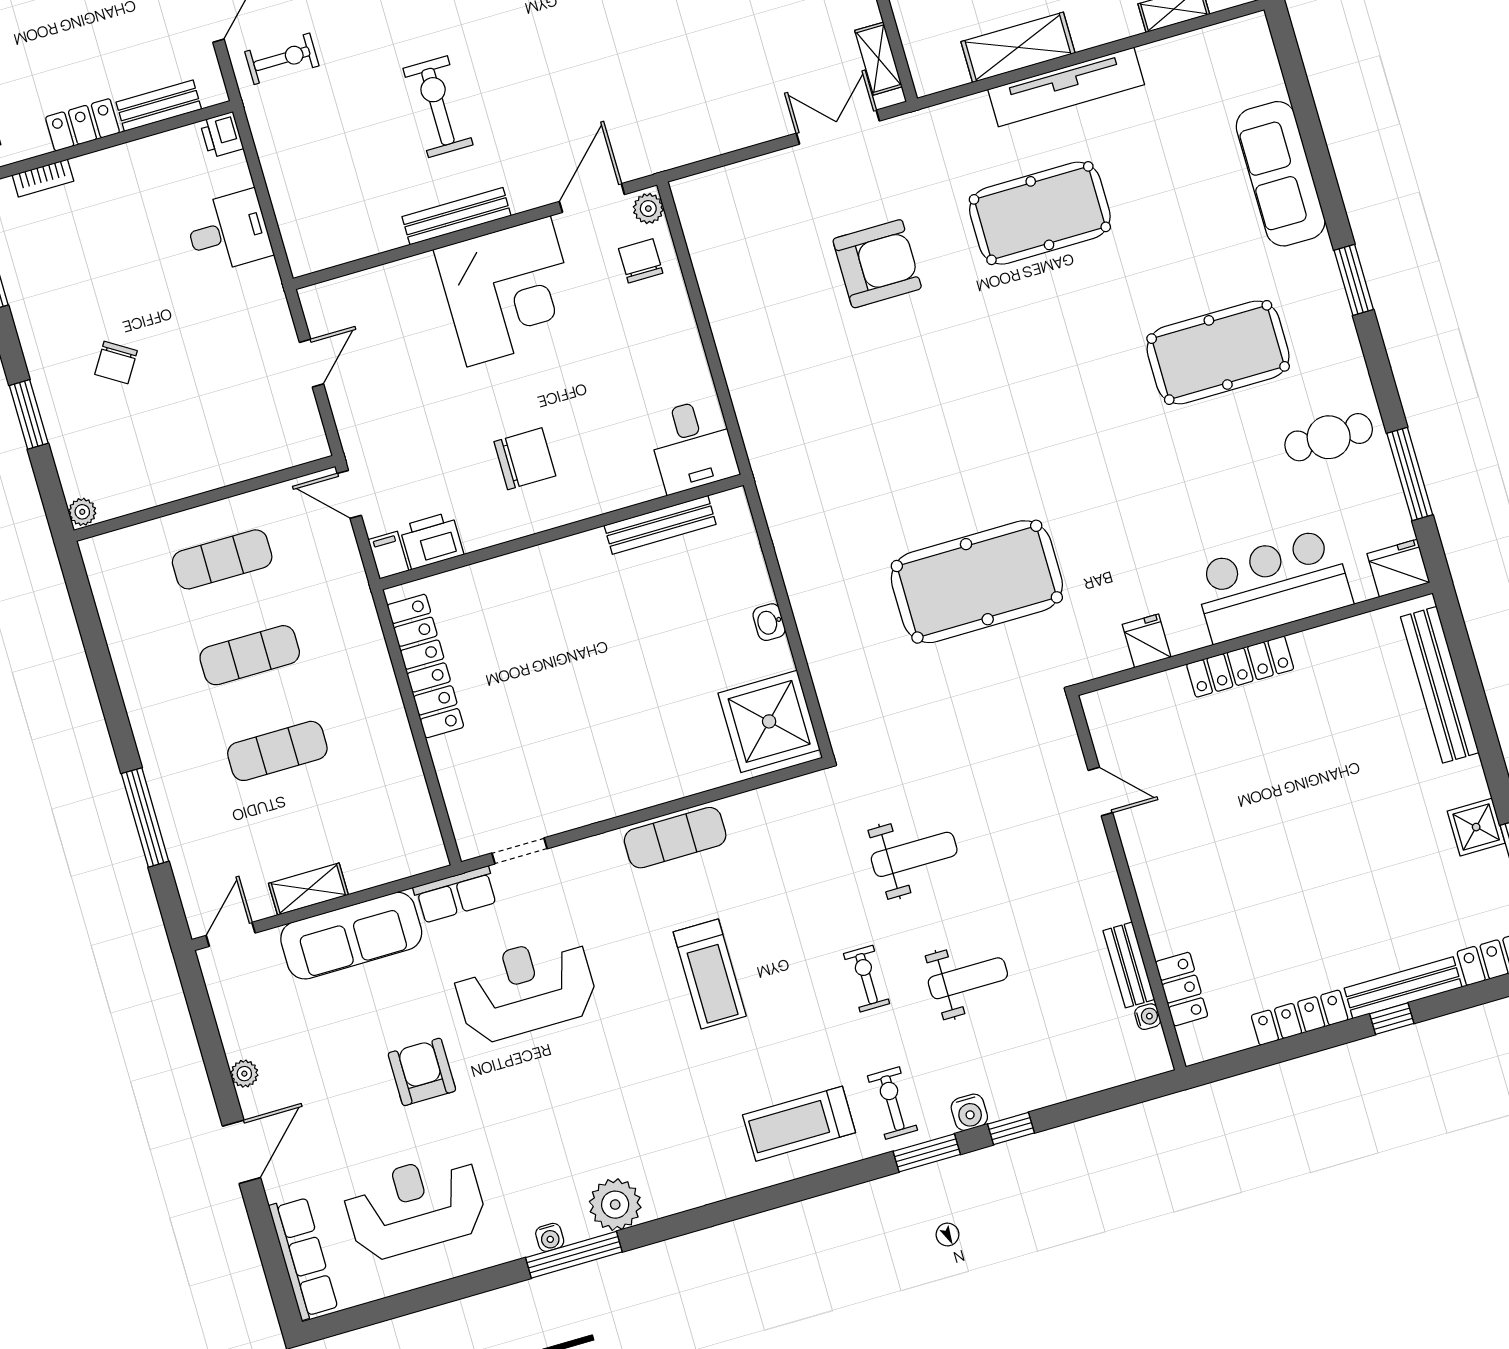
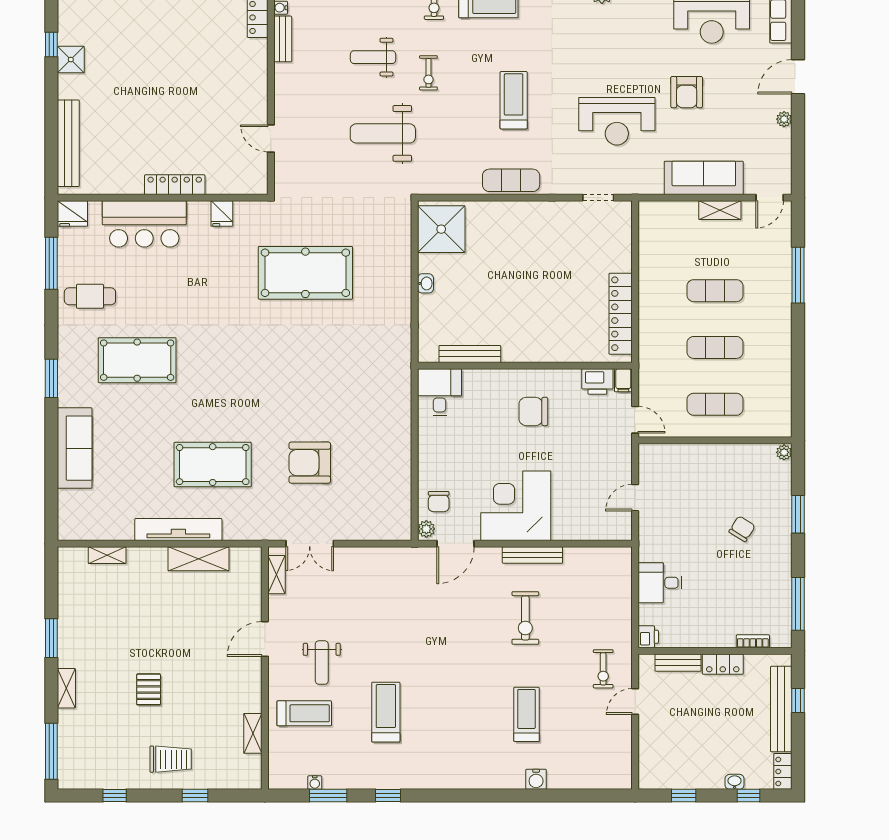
exercise bike: (282, 59) -> (603, 669), turned -90
weight bench: (914, 854) -> (383, 133), width x1.36, depth x1.33
row of seats: (456, 895) -> (640, 184), removed

